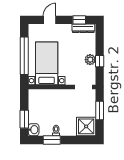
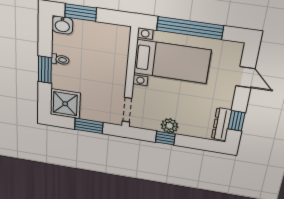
window: (52, 140) -> (45, 70), moved

